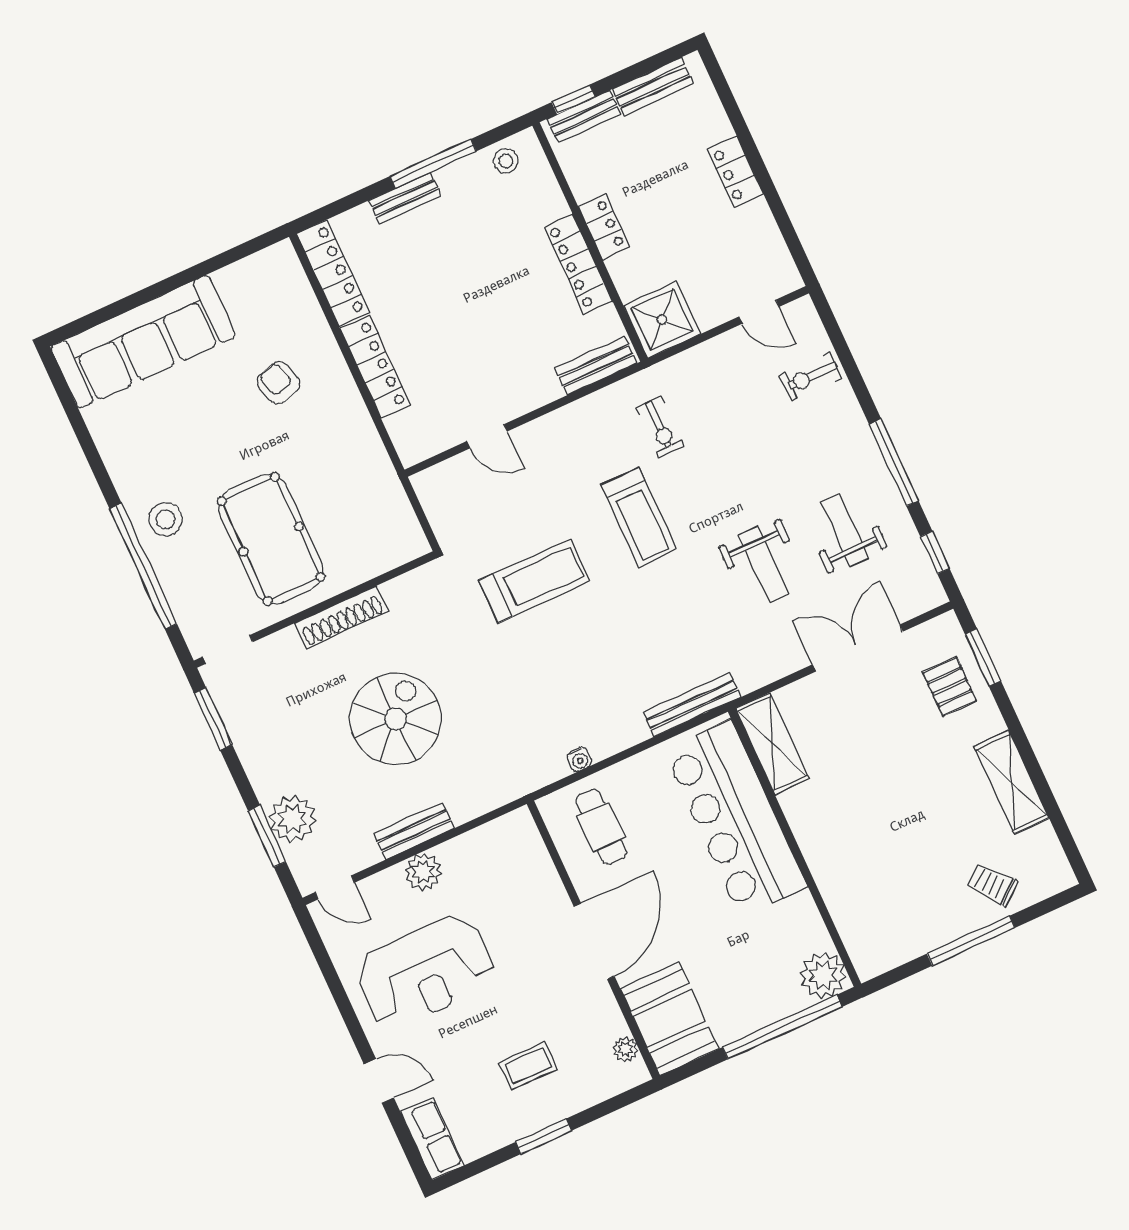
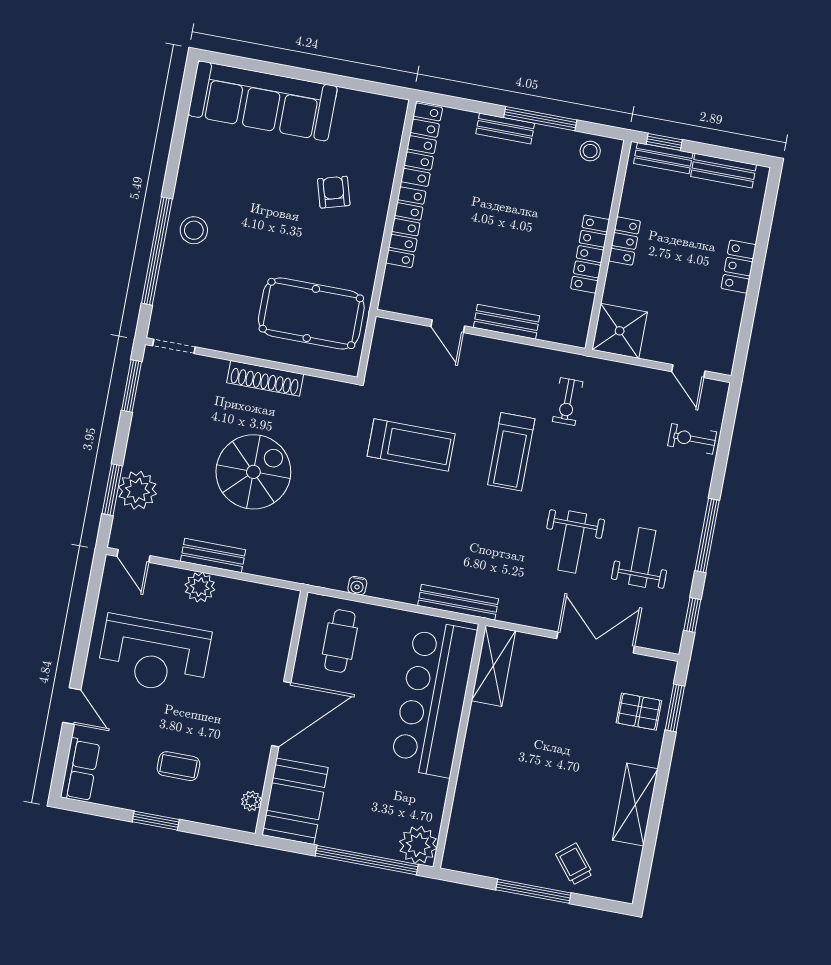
bench: (596, 366) -> (507, 322), moved
pool table: (271, 539) -> (311, 313), moved, turned 90
pallet: (950, 687) -> (639, 712), turned 90

